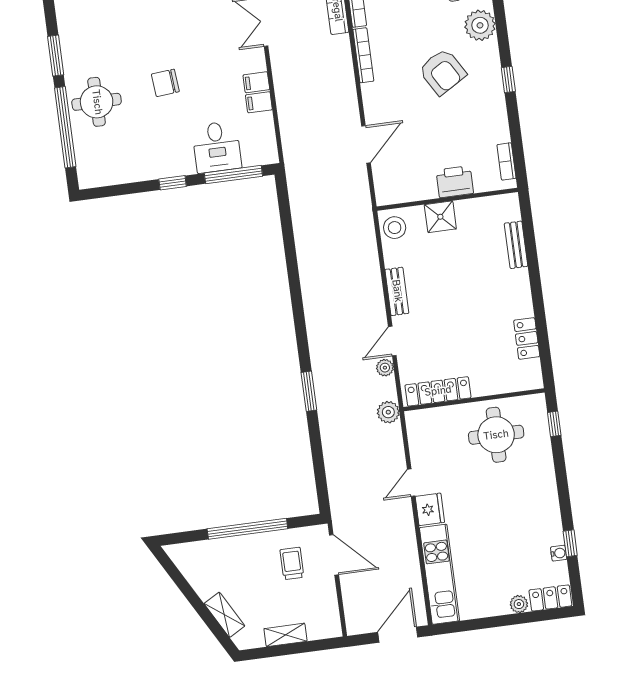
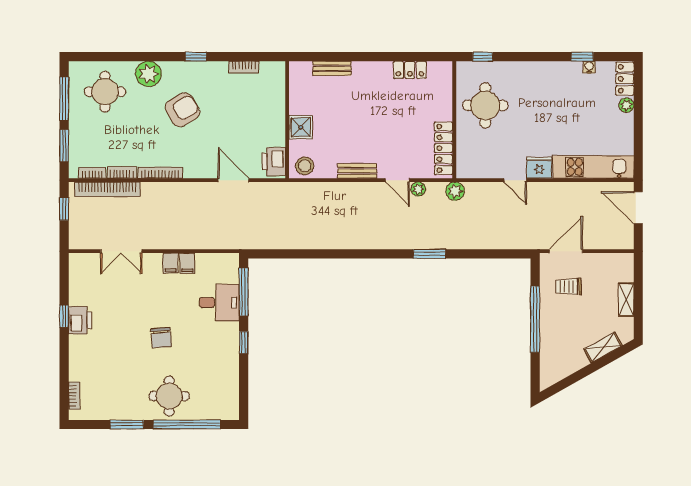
bookcase: (506, 161) -> (244, 67), moved
printer: (455, 182) -> (274, 161), moved

